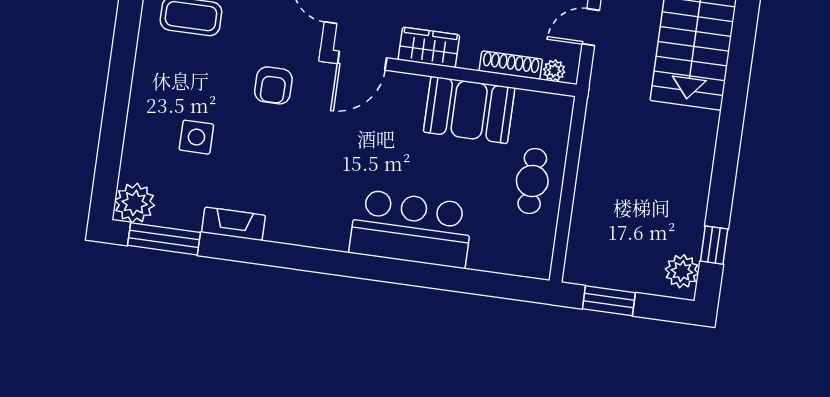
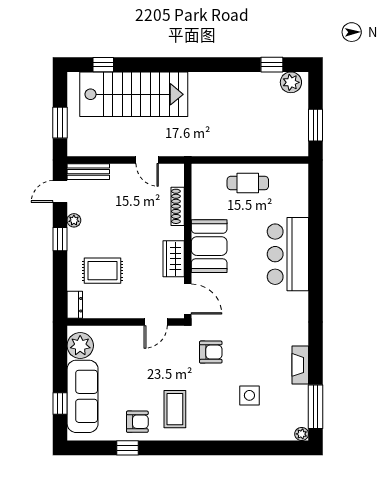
plant: (554, 71) -> (177, 179), removed
booth: (469, 110) -> (209, 246), moved
plant: (135, 203) -> (302, 434), width x0.53, depth x0.53

